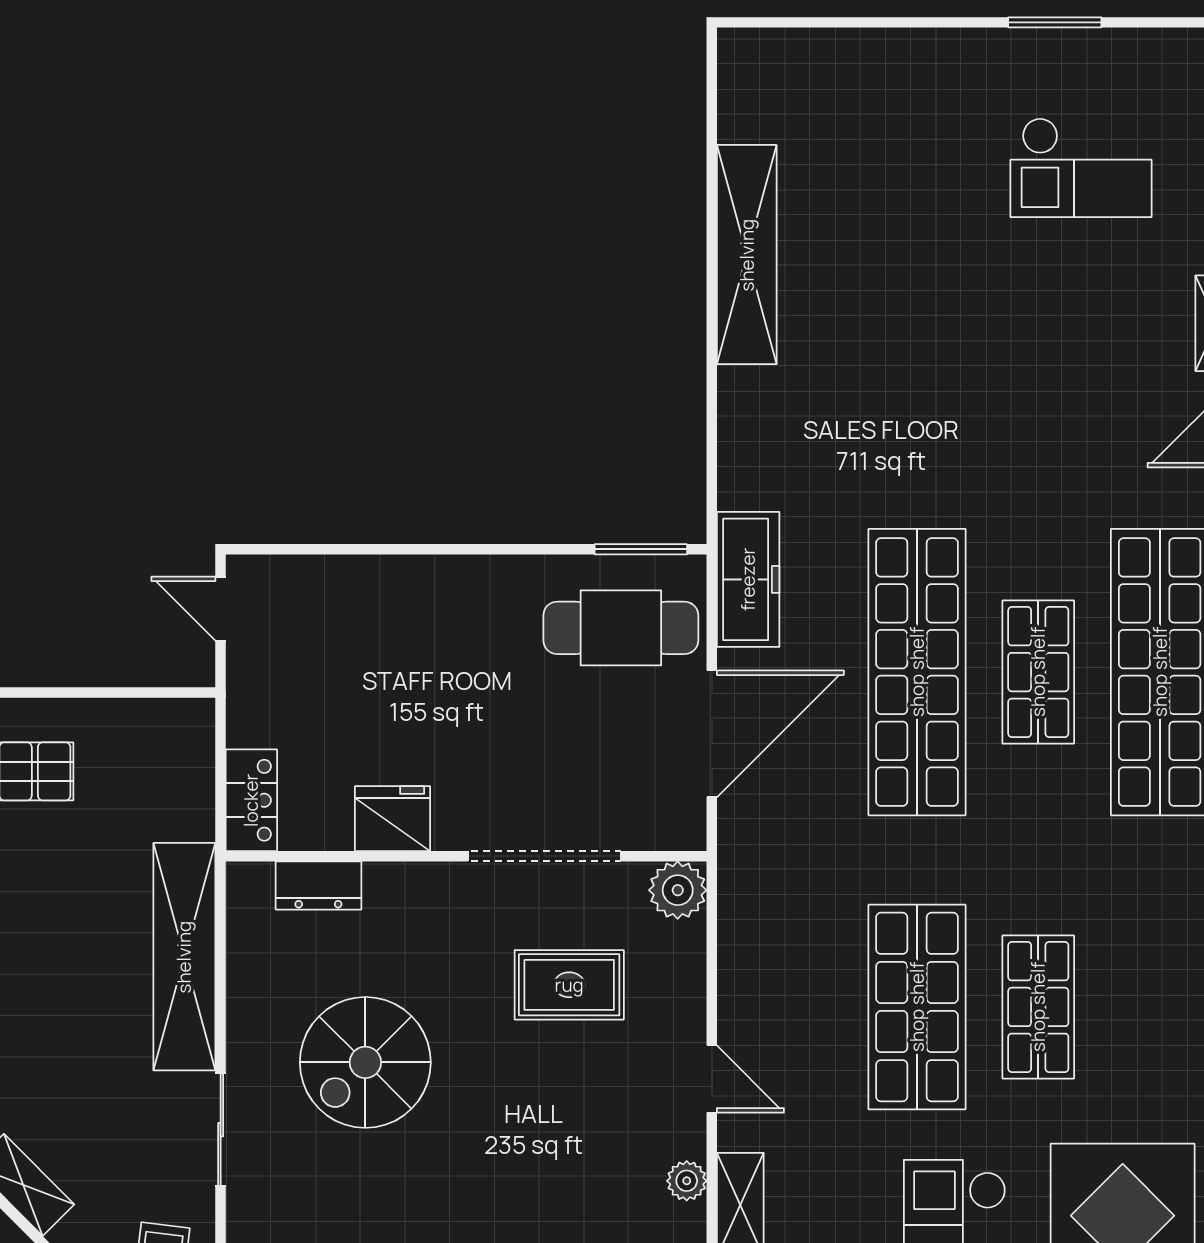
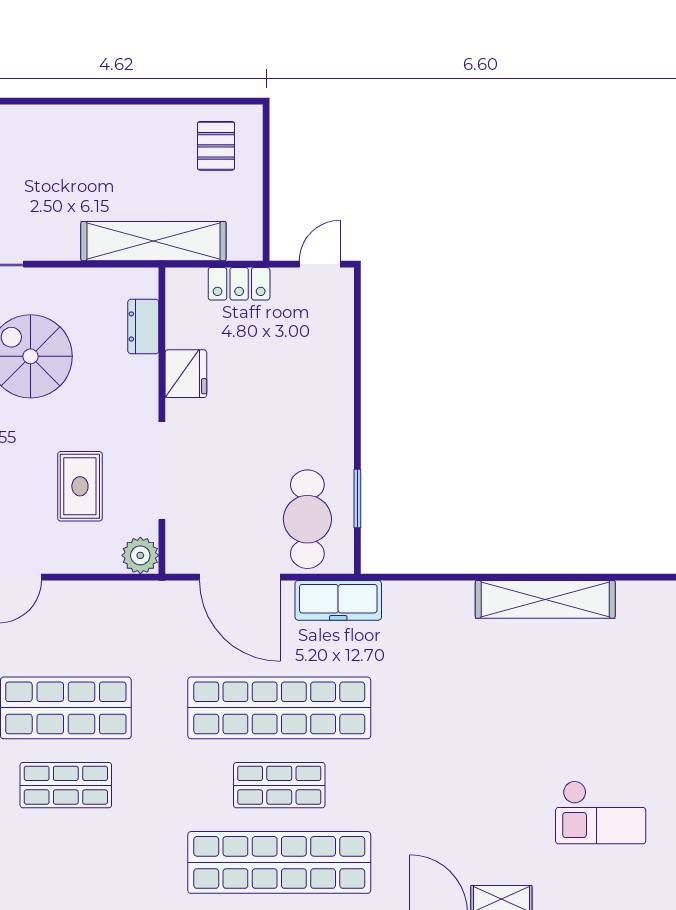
checkout: (1081, 168) -> (601, 812), turned -90
window: (641, 549) -> (357, 498), moved
locker: (251, 800) -> (239, 284), moved
shelving: (184, 957) -> (153, 241), moved

